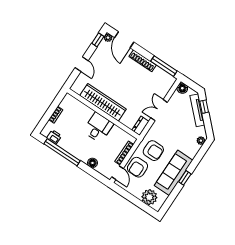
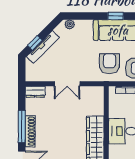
window: (164, 66) -> (22, 126), moved
floor lamp: (182, 88) -> (31, 75), removed
dresser: (140, 126) -> (35, 92), moved

